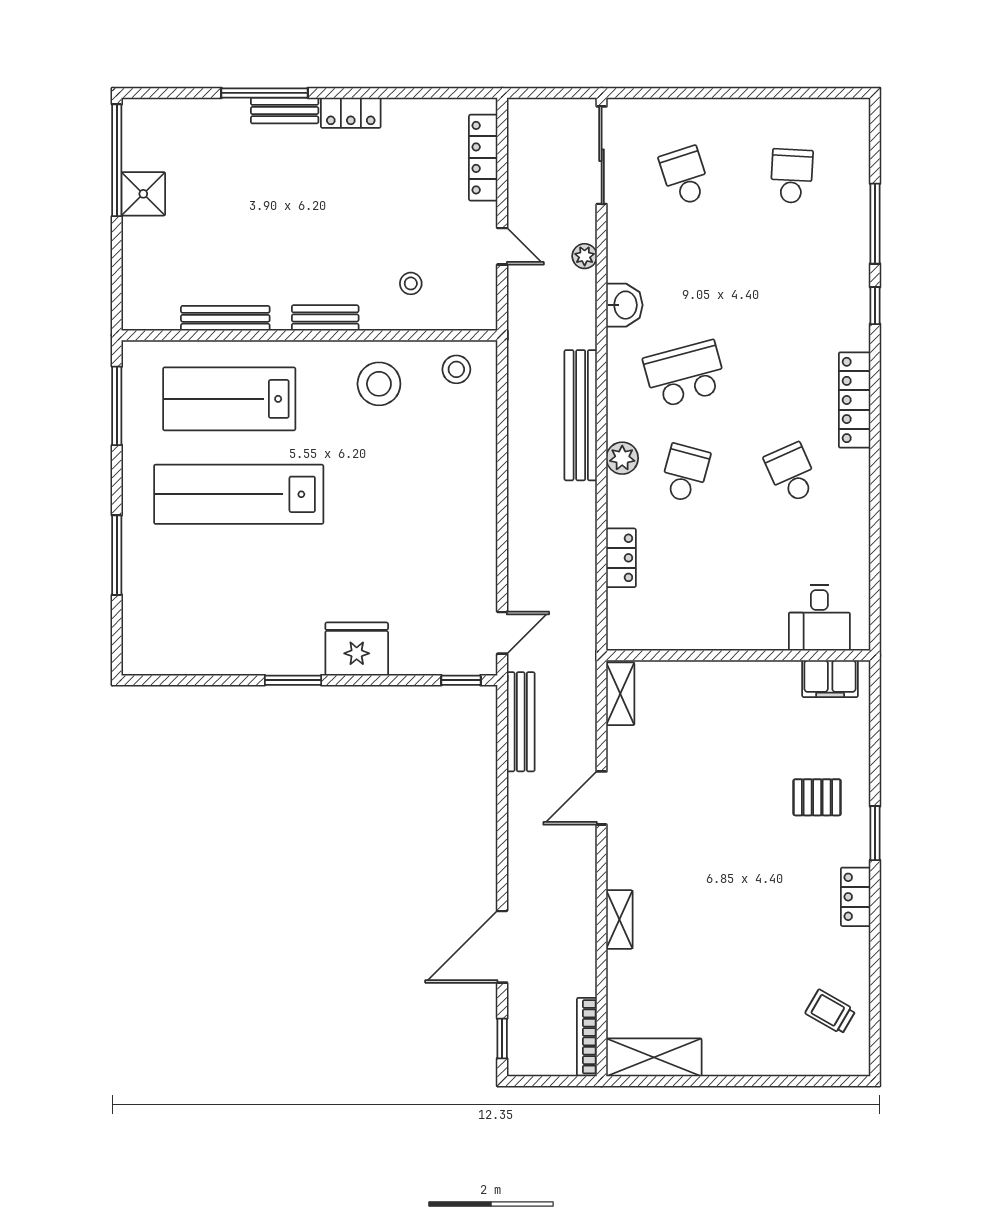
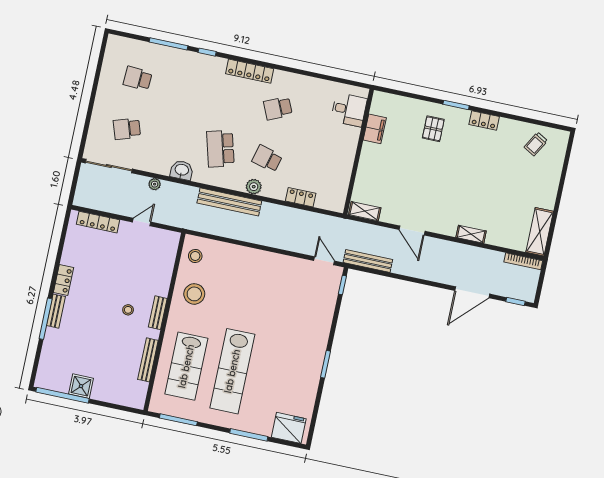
stool: (411, 283) -> (128, 310), moved
fridge: (357, 649) -> (289, 428), moved, turned 90
filing cabinet: (830, 679) -> (375, 129), moved
door: (502, 947) -> (472, 292), hinge flipped

